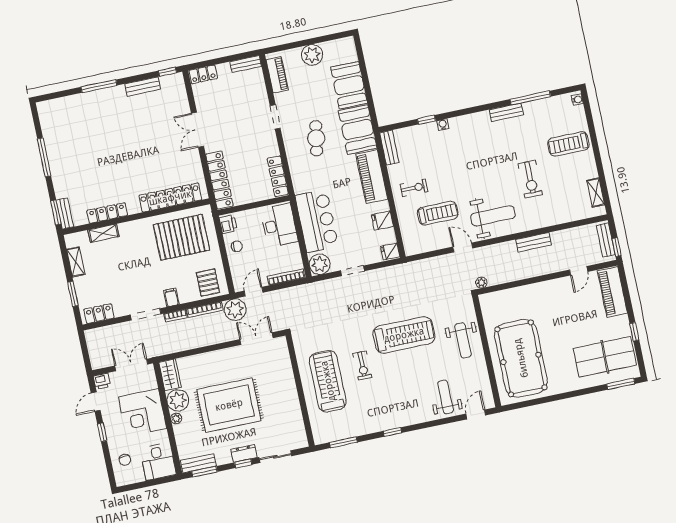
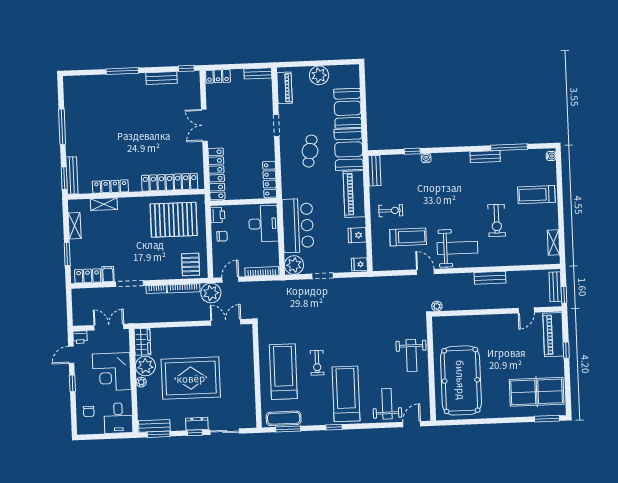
bench: (65, 213) -> (72, 175), width x1.36
filing cabinet: (171, 297) -> (108, 274), moved
window: (634, 332) -> (566, 350), moved
treadmill: (404, 335) -> (346, 394), moved, turned -90
exercise mat: (336, 432) -> (284, 418), added

